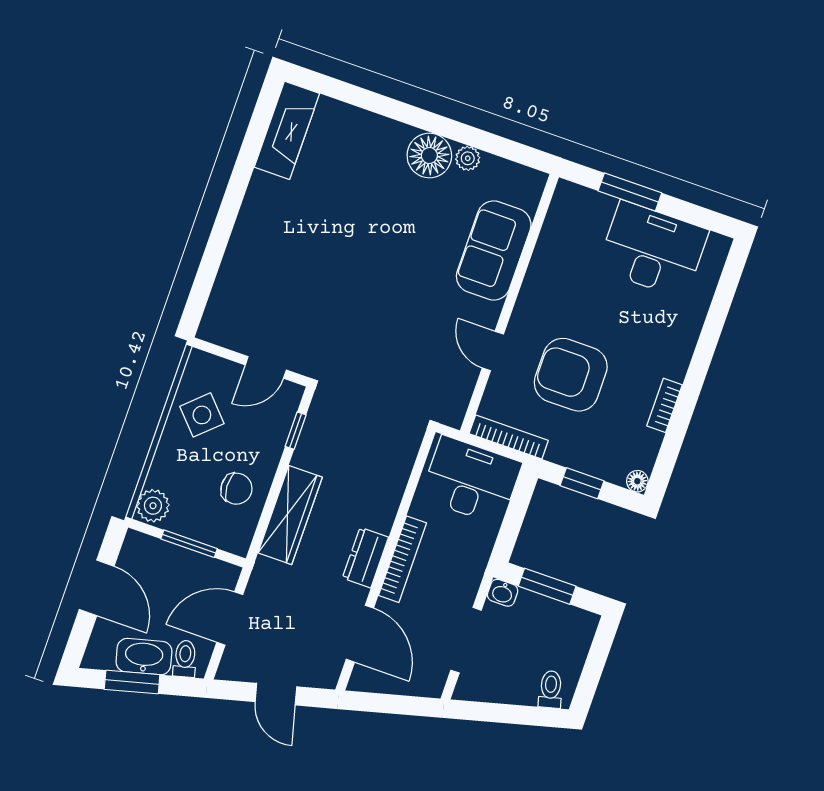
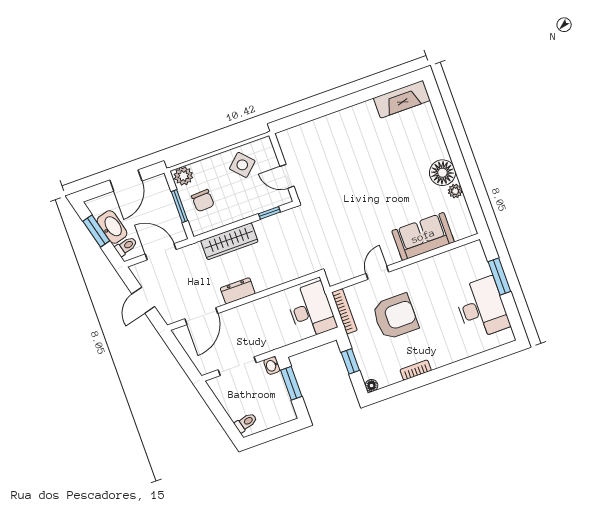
armchair: (571, 375) -> (395, 317), turned 90
chair: (236, 489) -> (203, 201), moved
bookcase: (403, 559) -> (250, 308), removed

